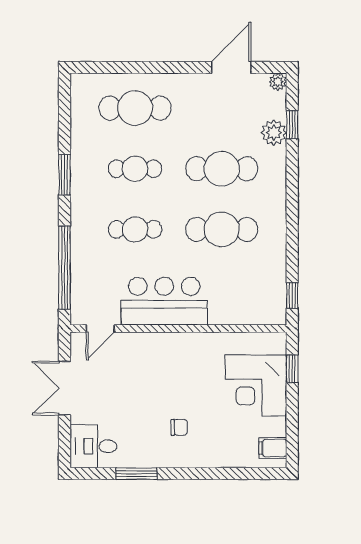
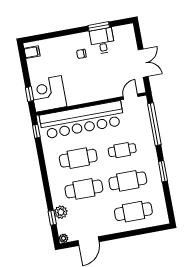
cafe table: (135, 169) -> (128, 181), width x1.37, depth x1.35
bar counter: (164, 301) -> (82, 120), width x1.86
corner desk: (256, 386) -> (48, 94), moved, turned -90
desk: (93, 446) -> (102, 41), moved, turned -90

